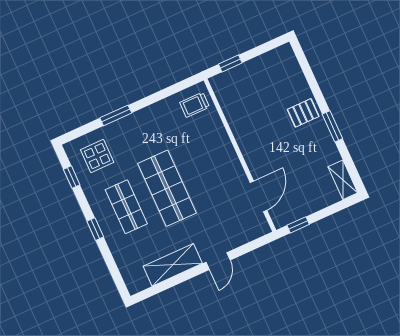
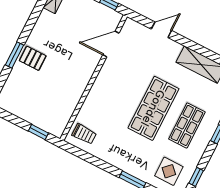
window: (332, 126) -> (15, 55), moved
door: (218, 261) -> (161, 30), moved

